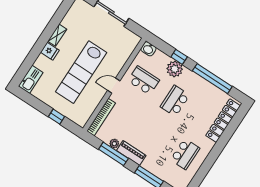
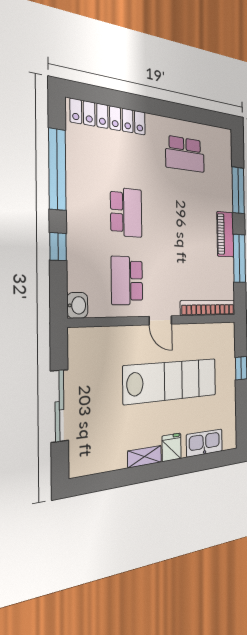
plant: (175, 69) -> (81, 242), removed
kitchen sink: (31, 79) -> (204, 443), moved
school desk: (175, 101) -> (126, 212), turned -90
plant: (114, 144) -> (228, 266), removed
school desk: (185, 154) -> (185, 154), turned 180

